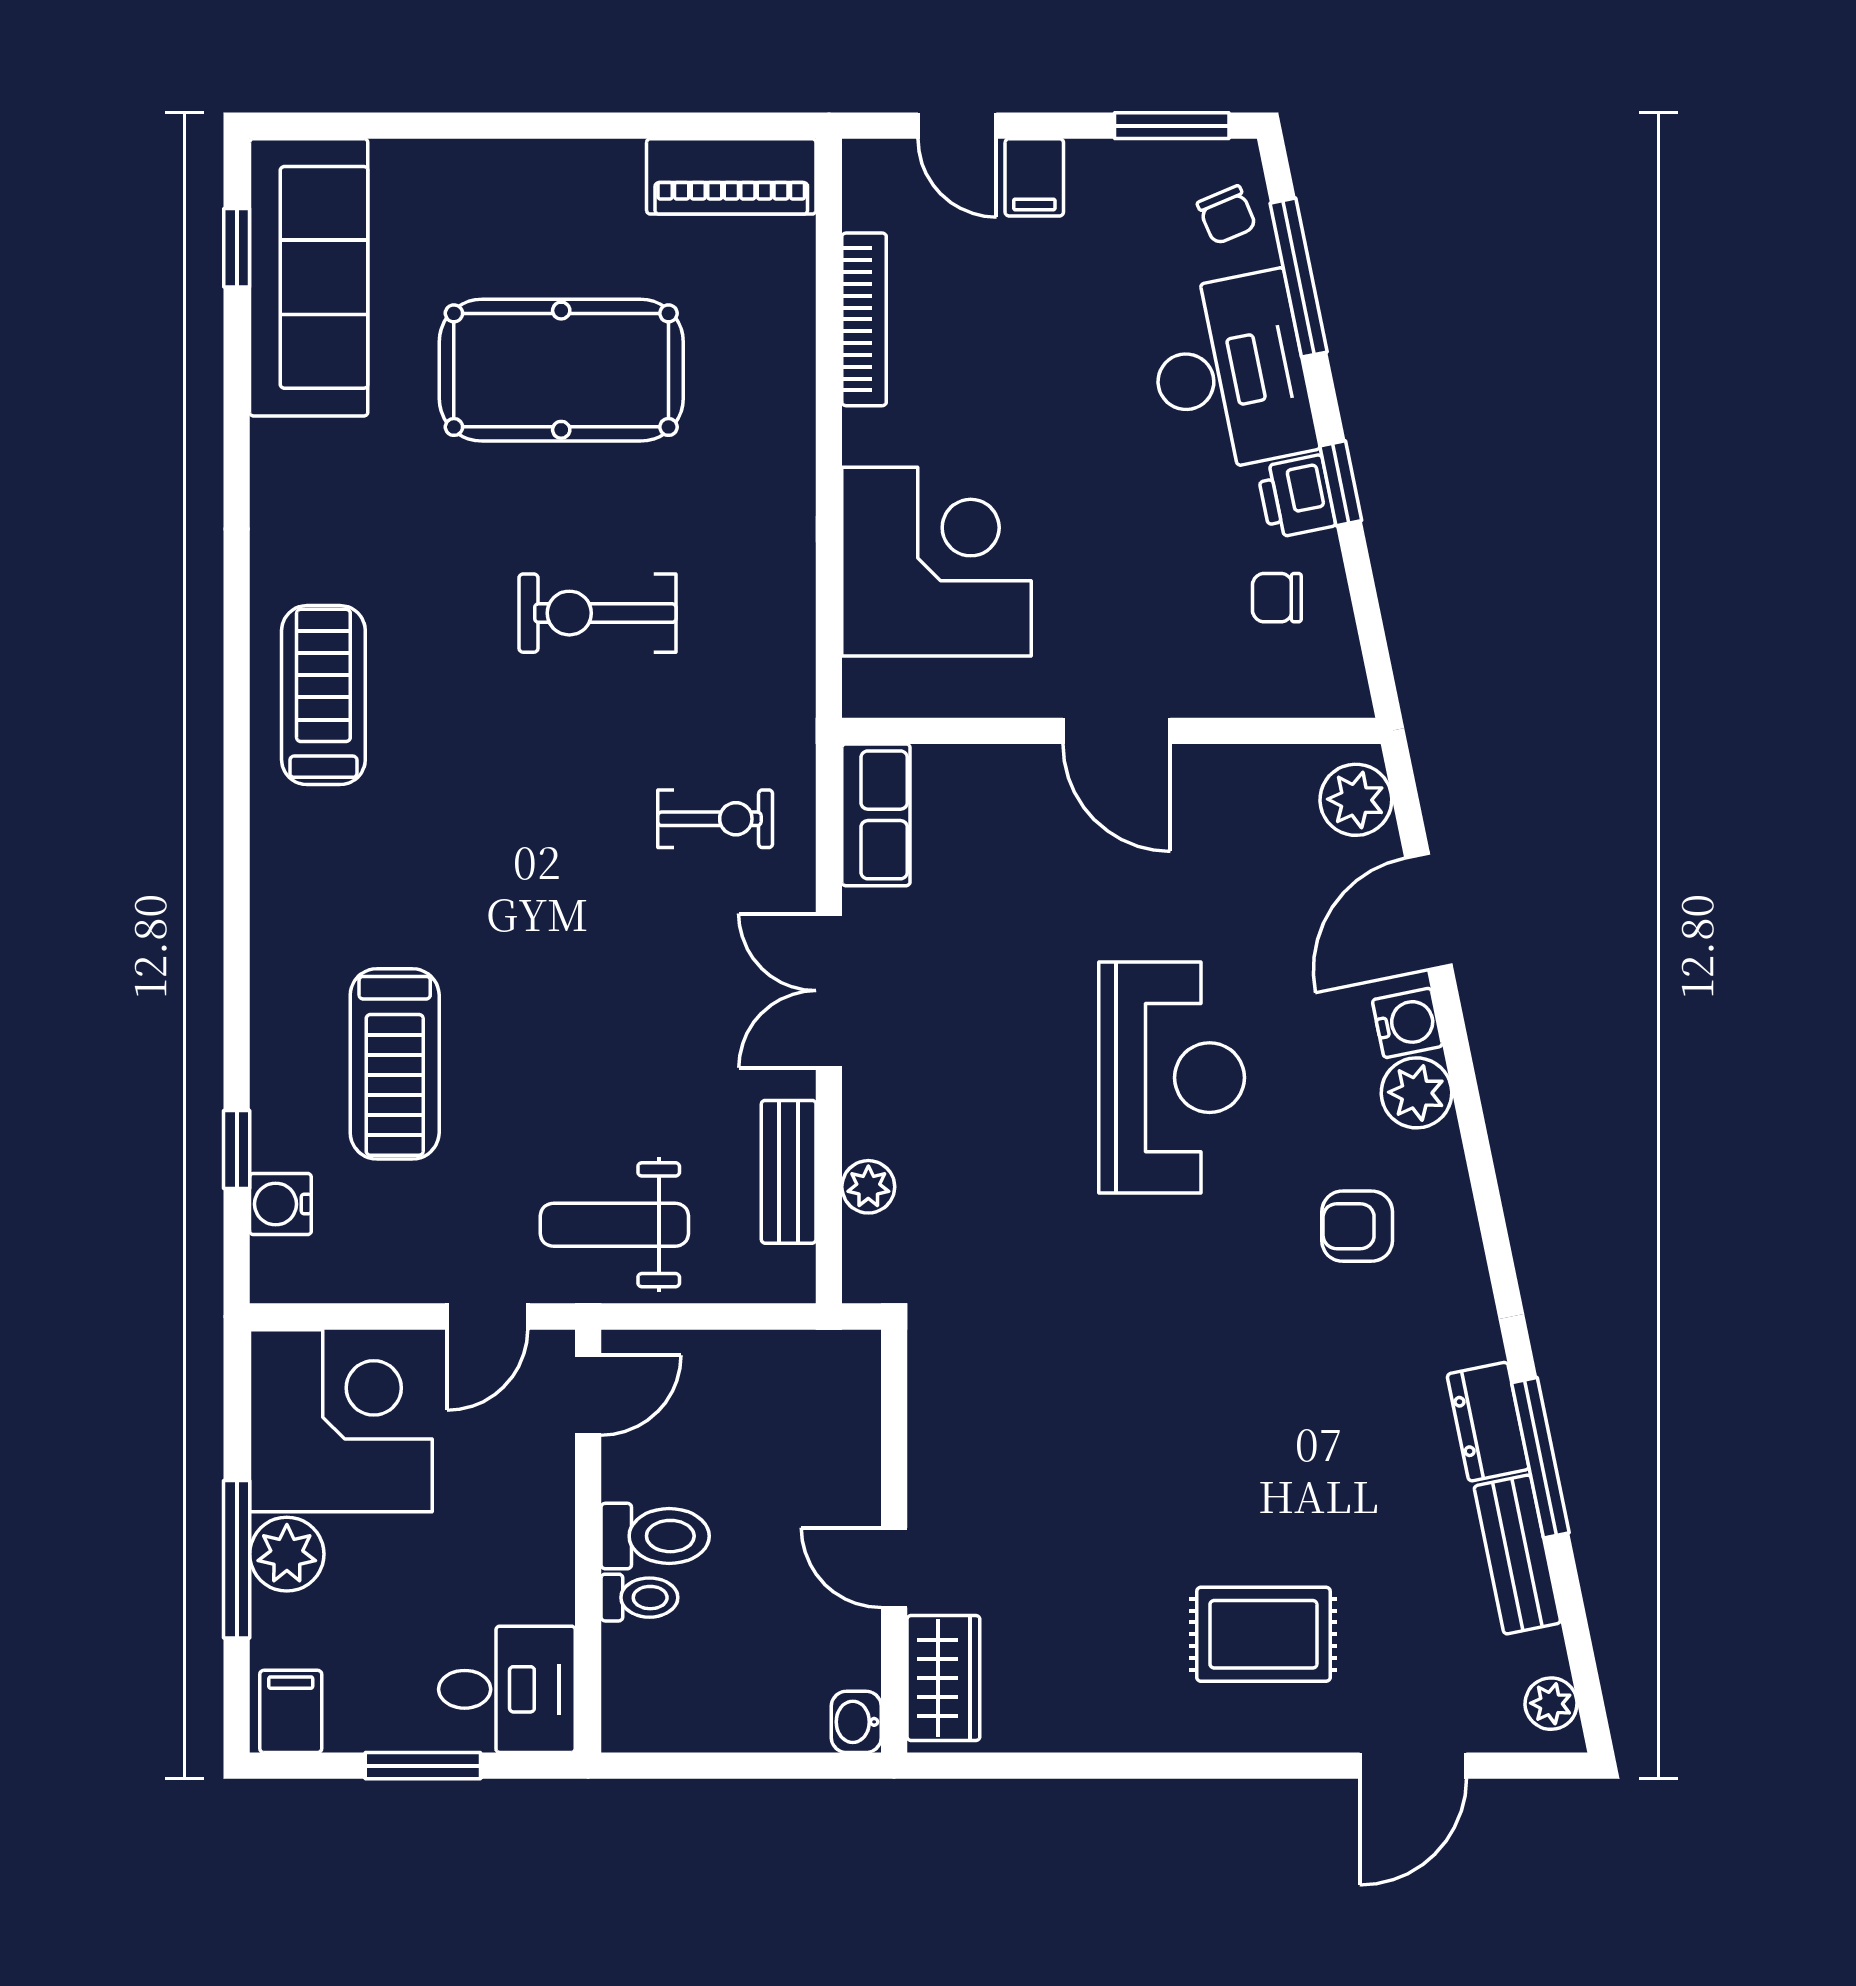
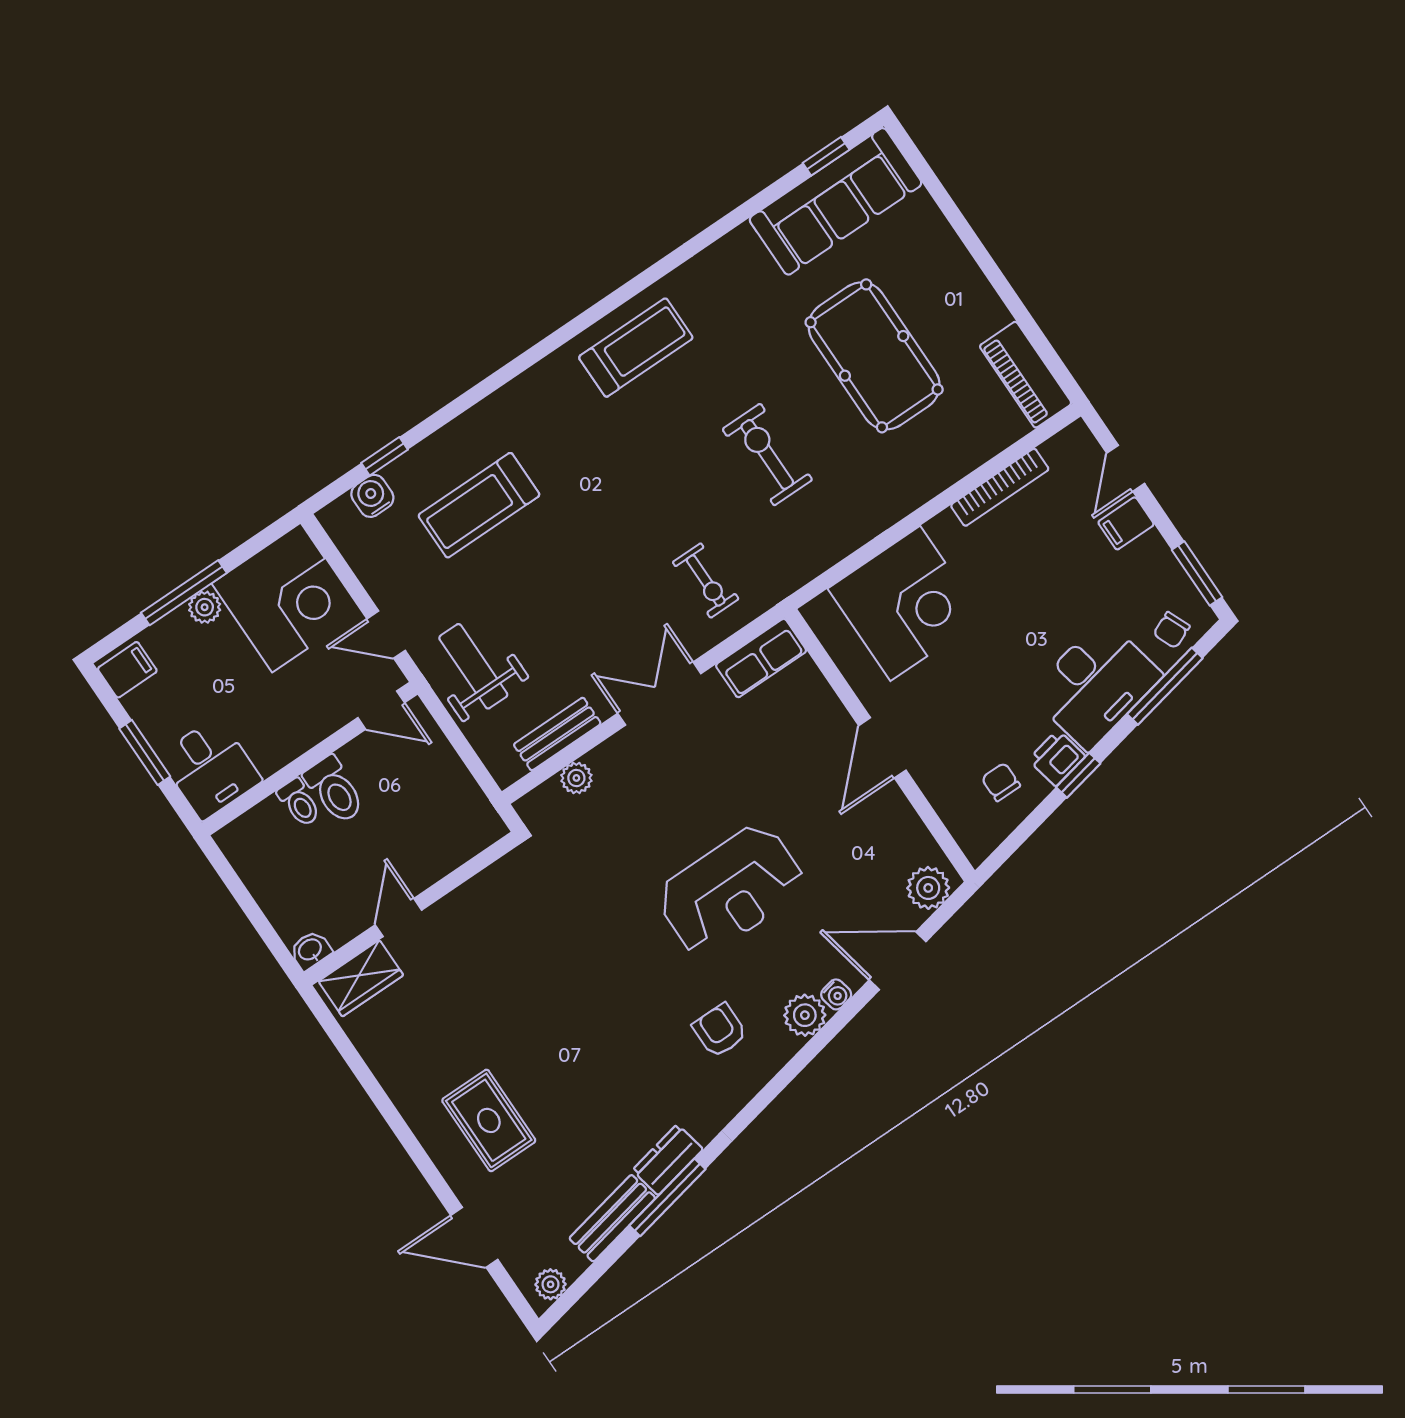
water cooler: (1407, 1023) -> (836, 994), width x0.72, depth x0.72
plant: (287, 1554) -> (205, 607), width x0.73, depth x0.73

